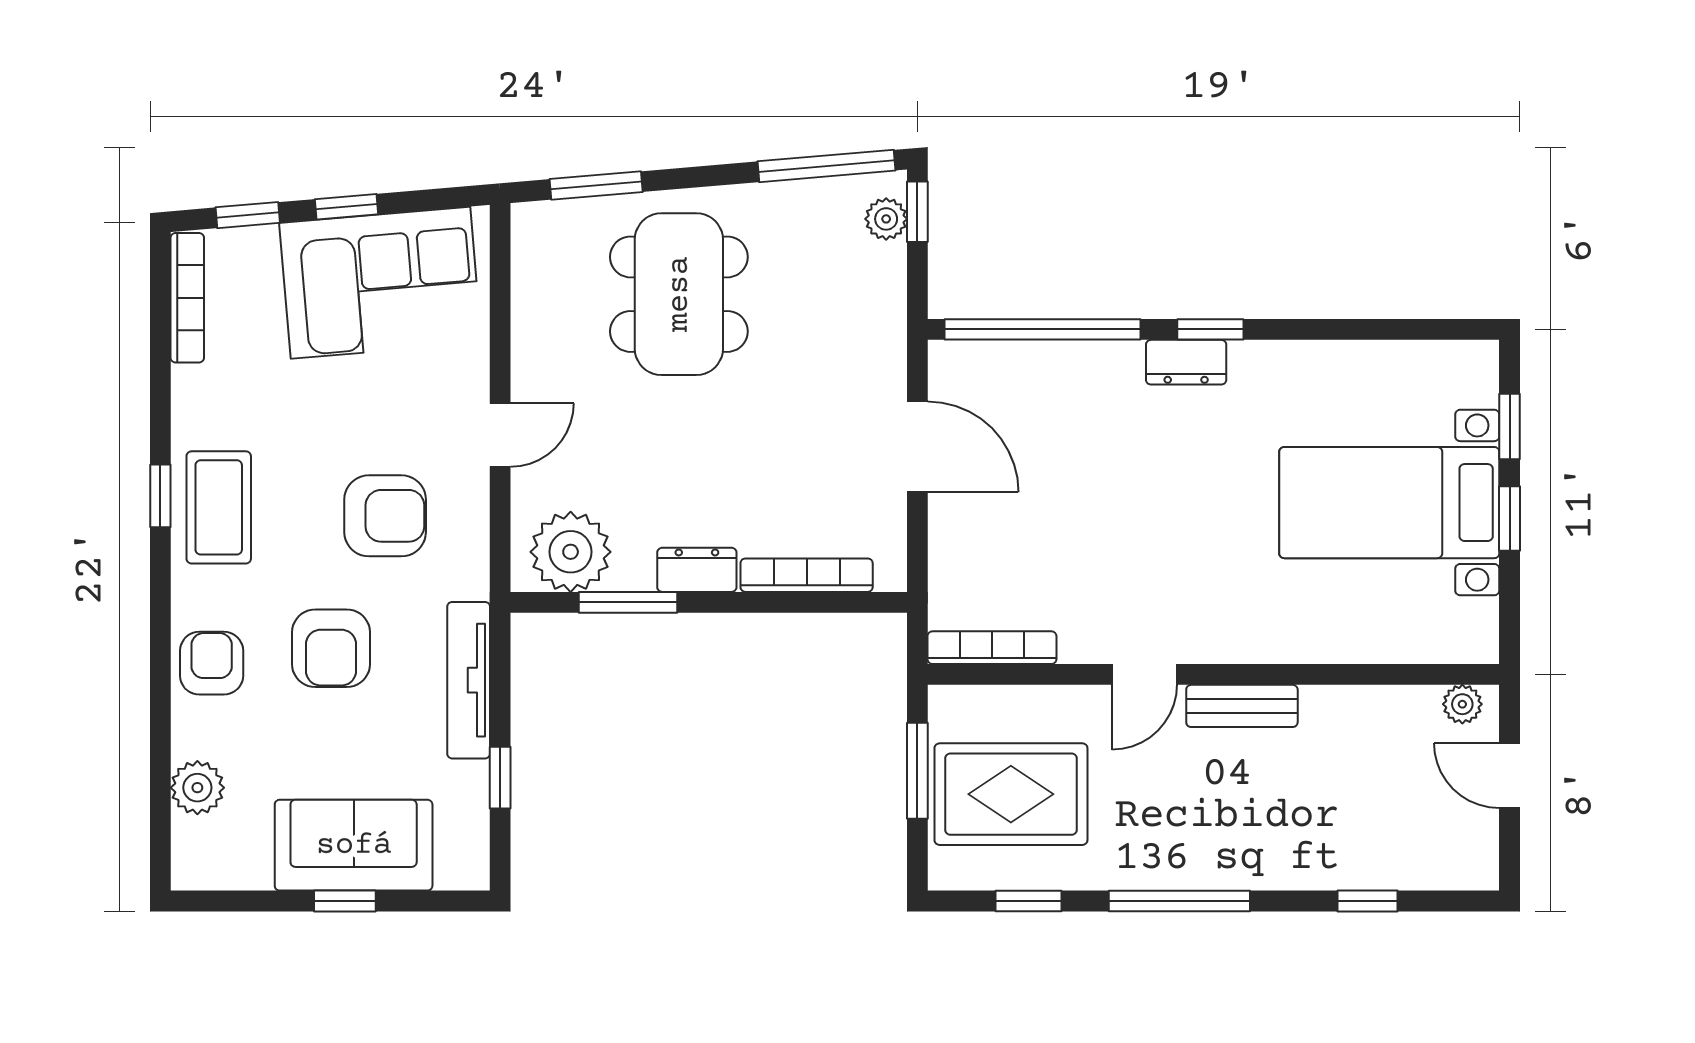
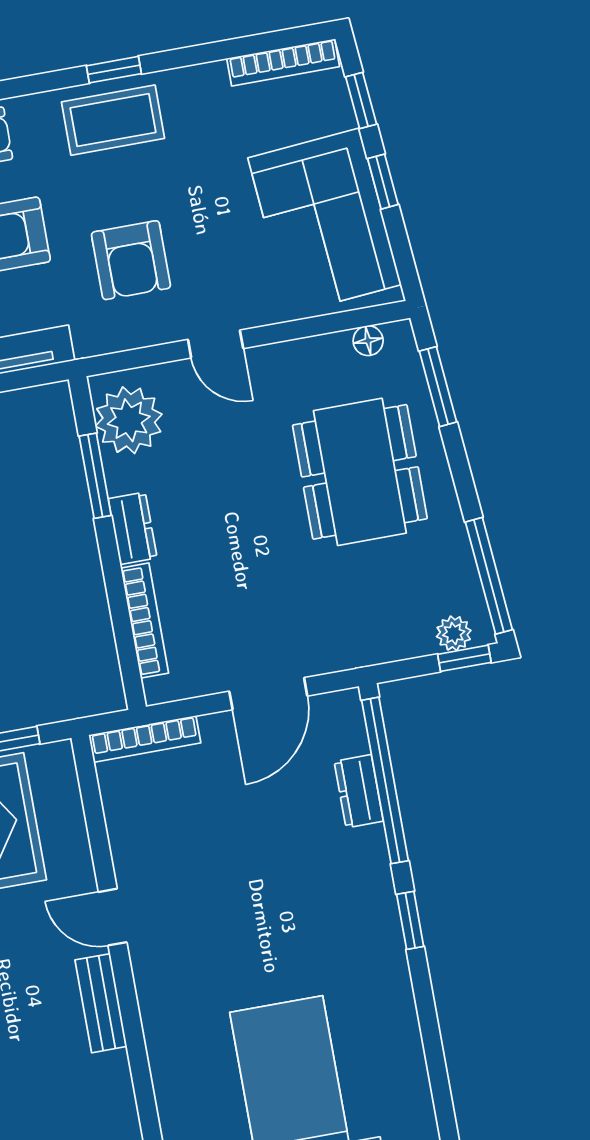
floor lamp: (528, 257) -> (368, 341), added
dining table: (679, 294) -> (360, 472), turned 90
dresser: (1186, 362) -> (359, 791), moved
bookcase: (992, 648) -> (145, 739), moved, turned 90

